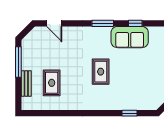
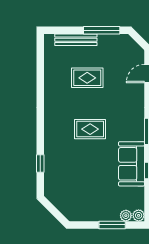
bench: (26, 83) -> (76, 40), width x1.36
rug: (52, 83) -> (87, 78), moved

